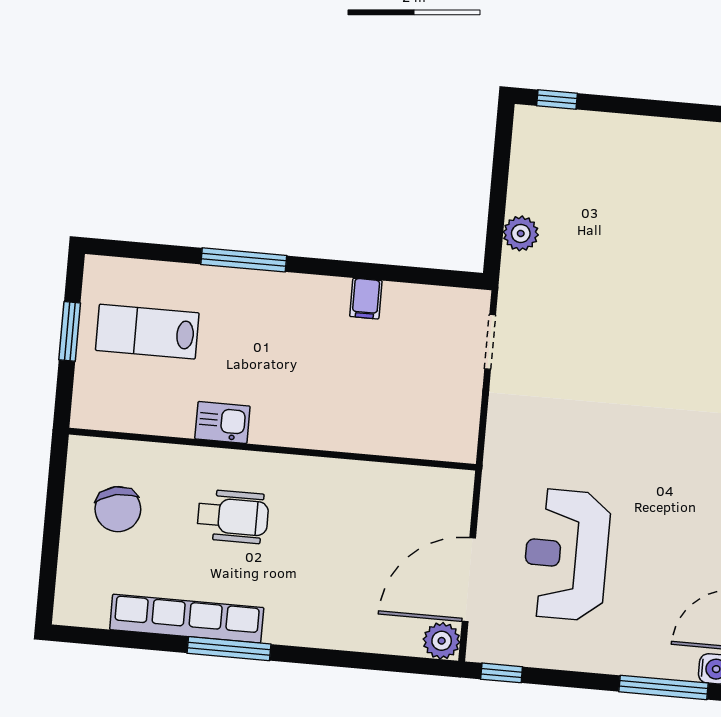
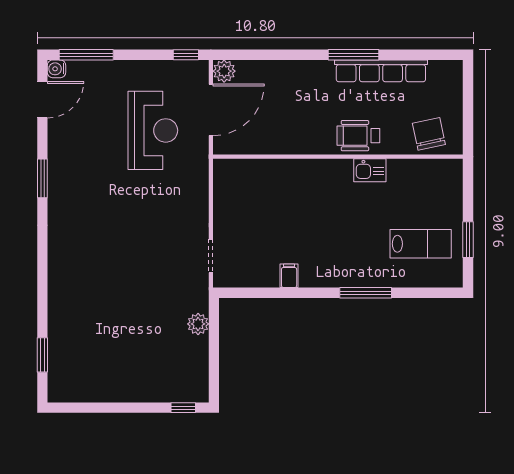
kitchen sink: (222, 422) -> (370, 170), moved
wall: (272, 449) -> (338, 157), moved

